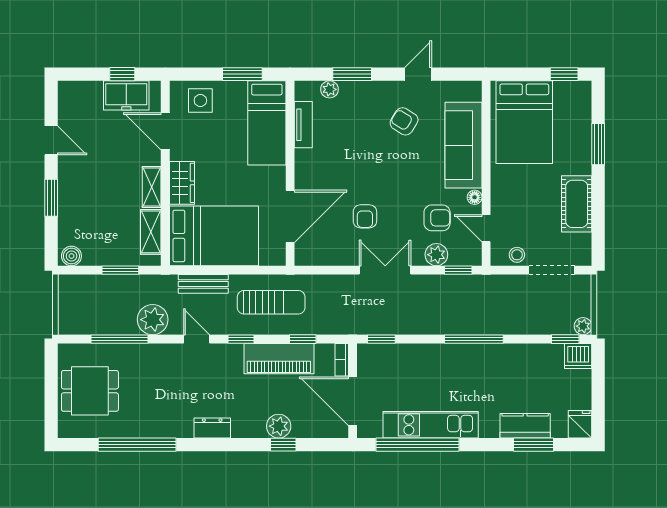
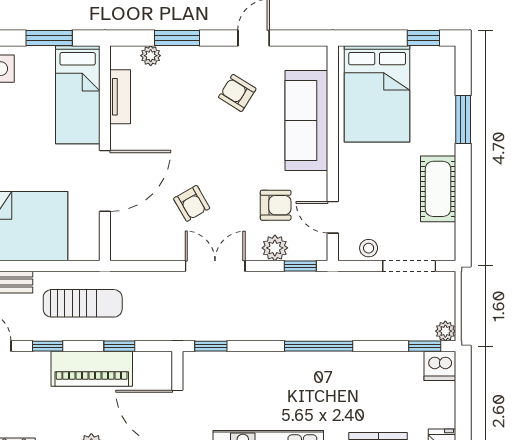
floor lamp: (475, 197) -> (319, 181), removed
door: (290, 216) -> (105, 181), moved
armchair: (365, 216) -> (192, 203), turned -30
bookcase: (342, 360) -> (165, 370), removed

